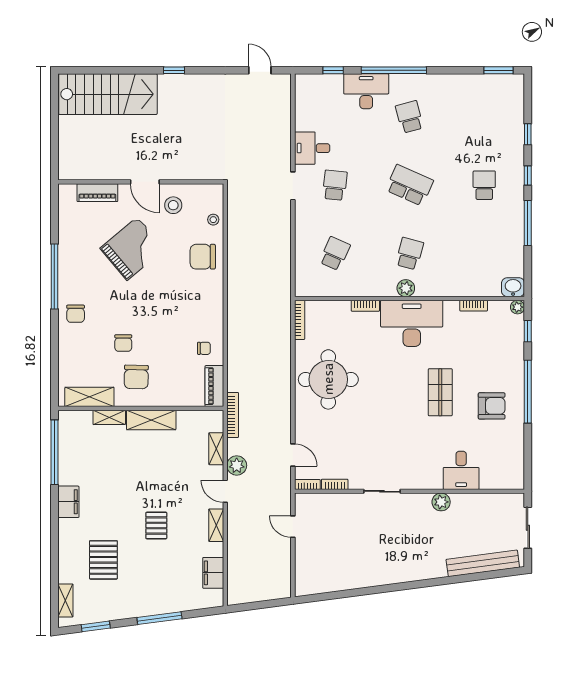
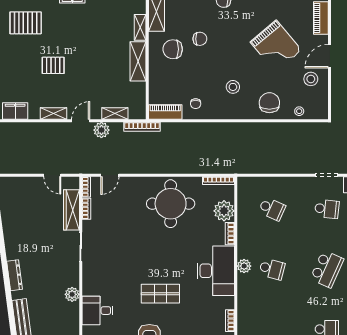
stool: (183, 302) -> (233, 87), added
plant: (337, 313) -> (224, 211), added
chair: (123, 343) -> (200, 39), turned 180
wardrobe: (336, 503) -> (72, 210), added
door: (293, 527) -> (52, 175), swing flipped
dresser: (417, 574) -> (15, 275), added

